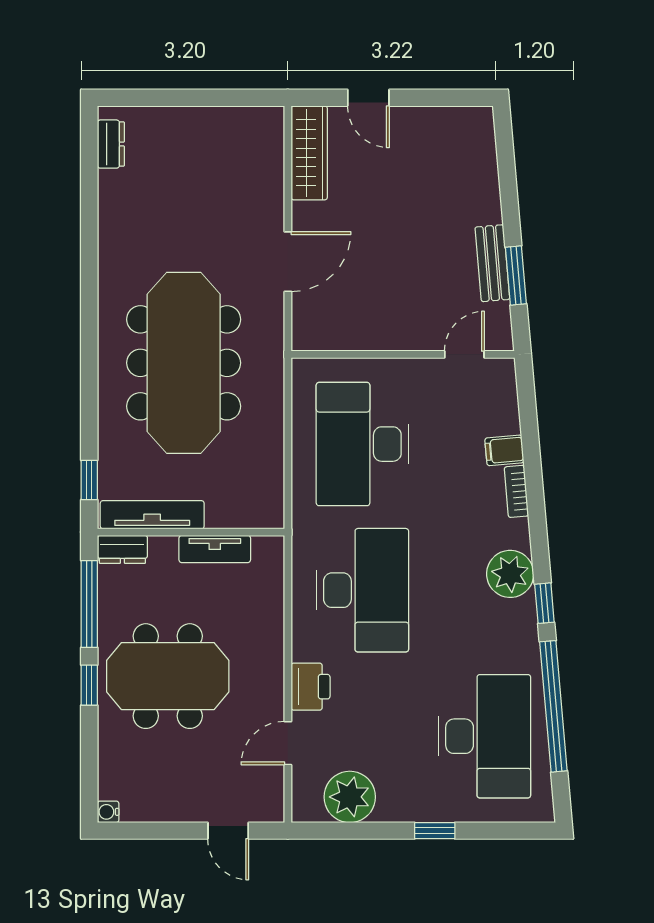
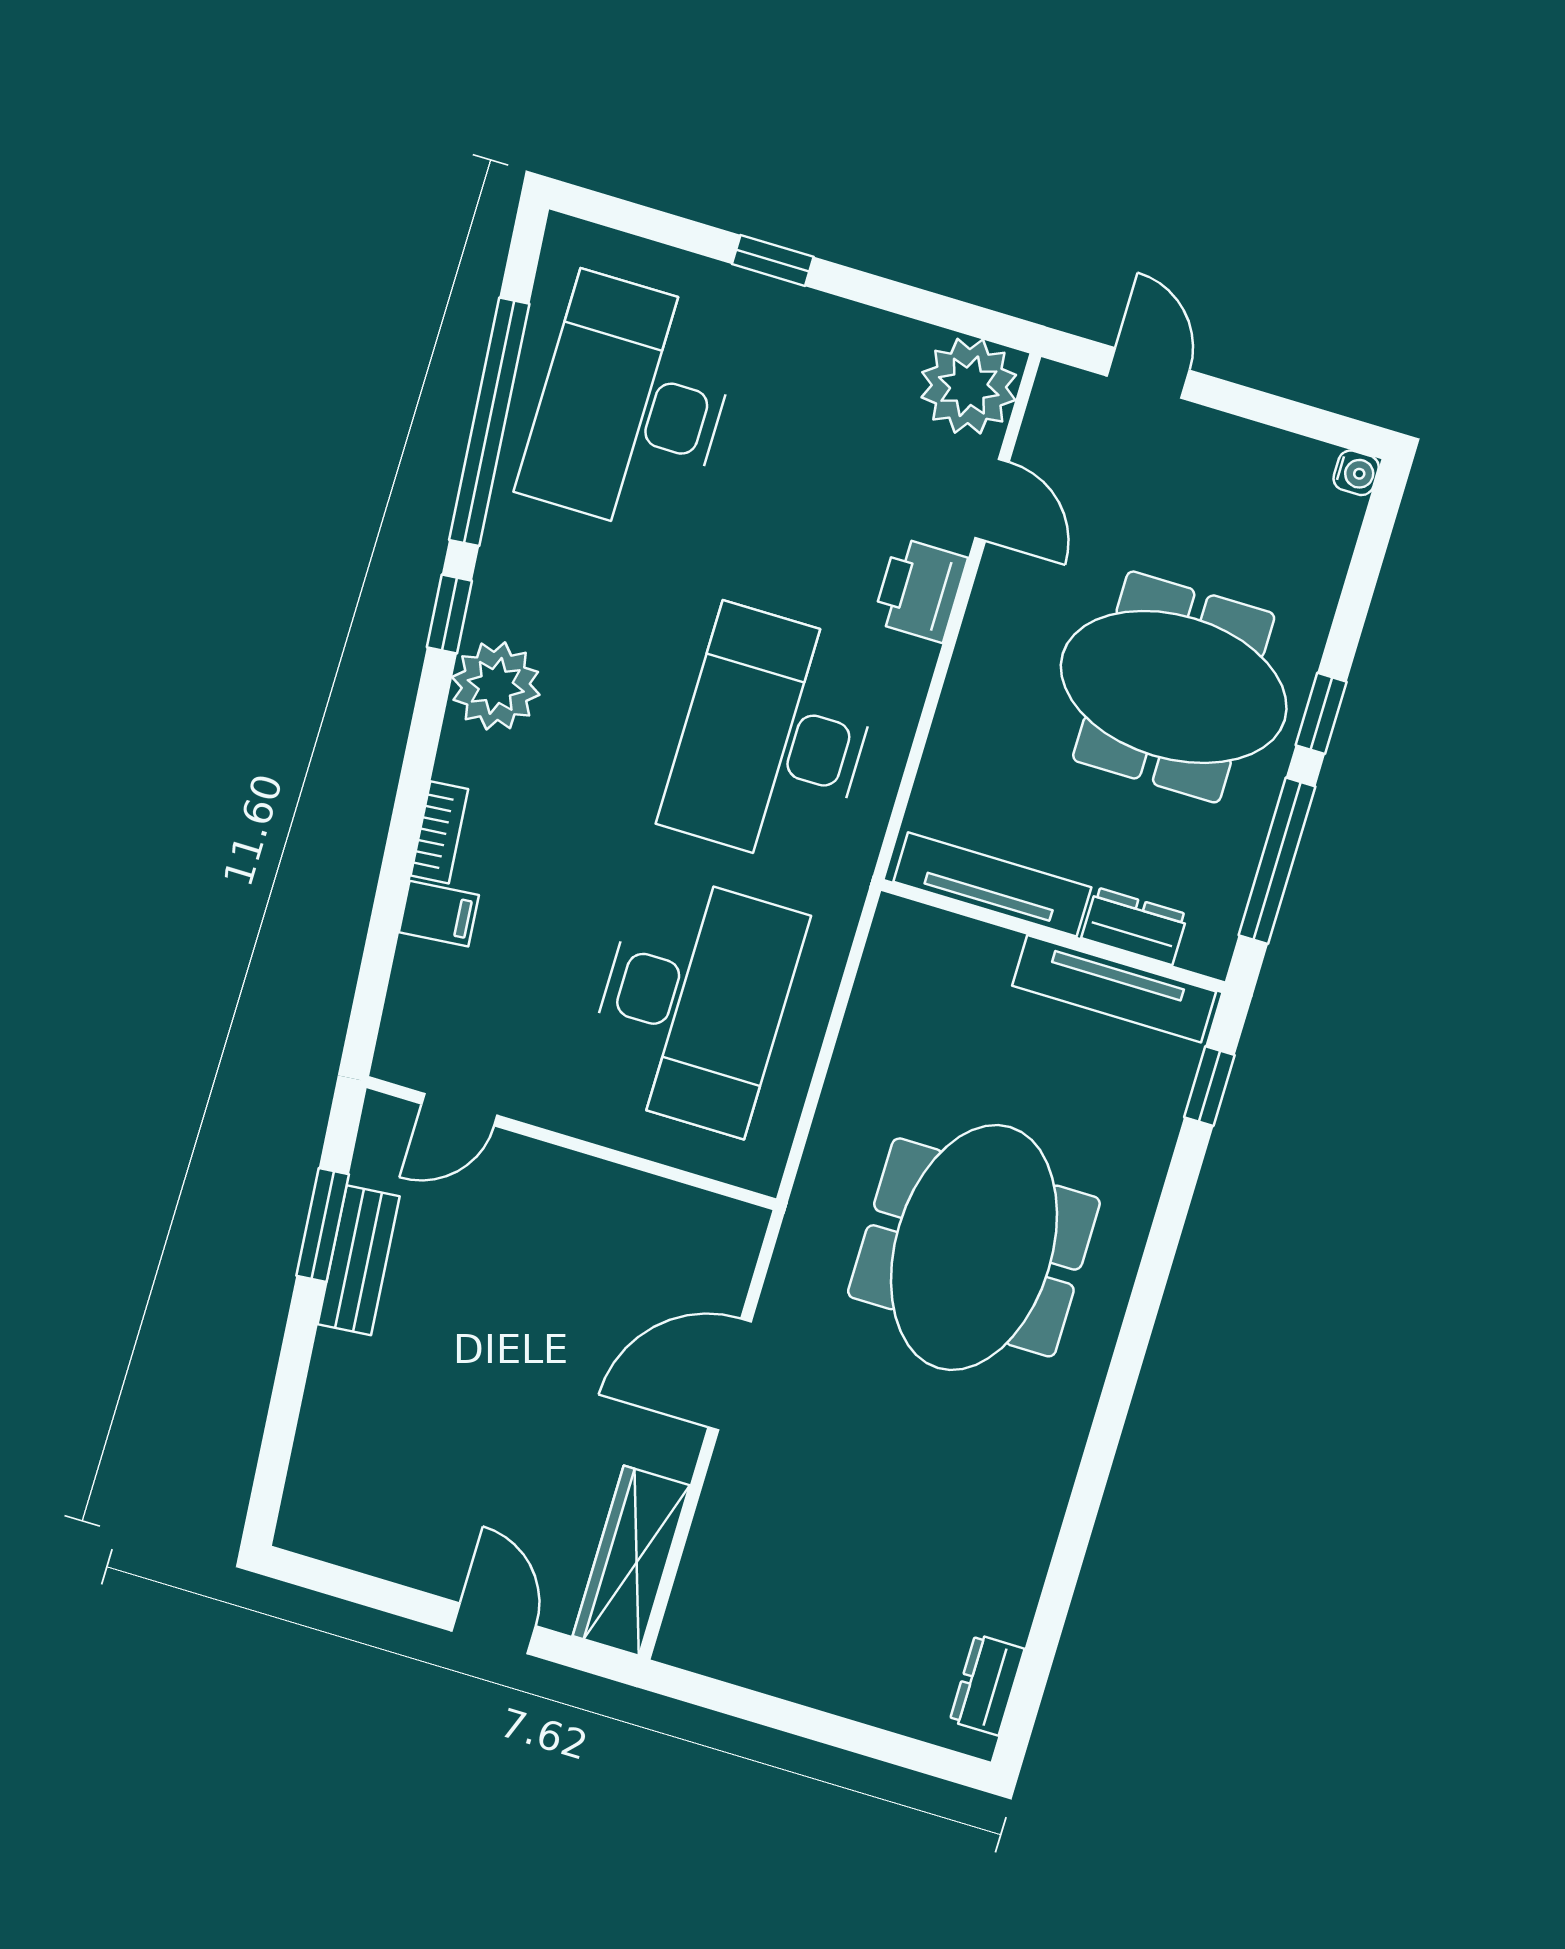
meeting table: (184, 363) -> (974, 1247), width x0.73
dresser: (122, 549) -> (1134, 926), moved
tv unit: (215, 549) -> (992, 884), width x1.41
door: (288, 743) -> (992, 500), hinge flipped
plant: (350, 797) -> (969, 386), moved

